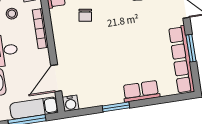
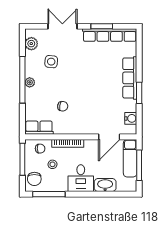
door: (56, 78) -> (109, 137), hinge flipped
row of seats: (141, 91) -> (130, 78), width x1.48
water cooler: (71, 103) -> (131, 118), moved

